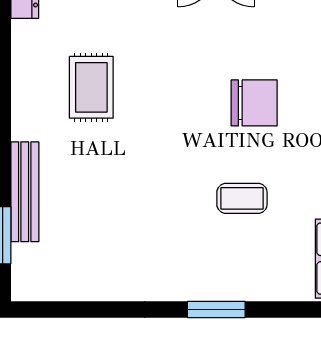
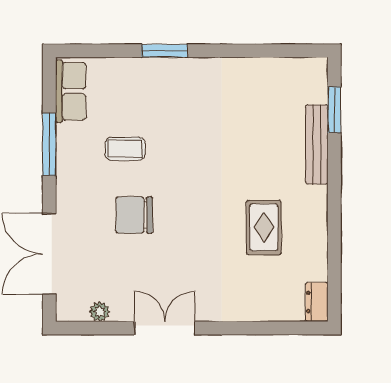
coffee table: (242, 198) -> (125, 149), moved

